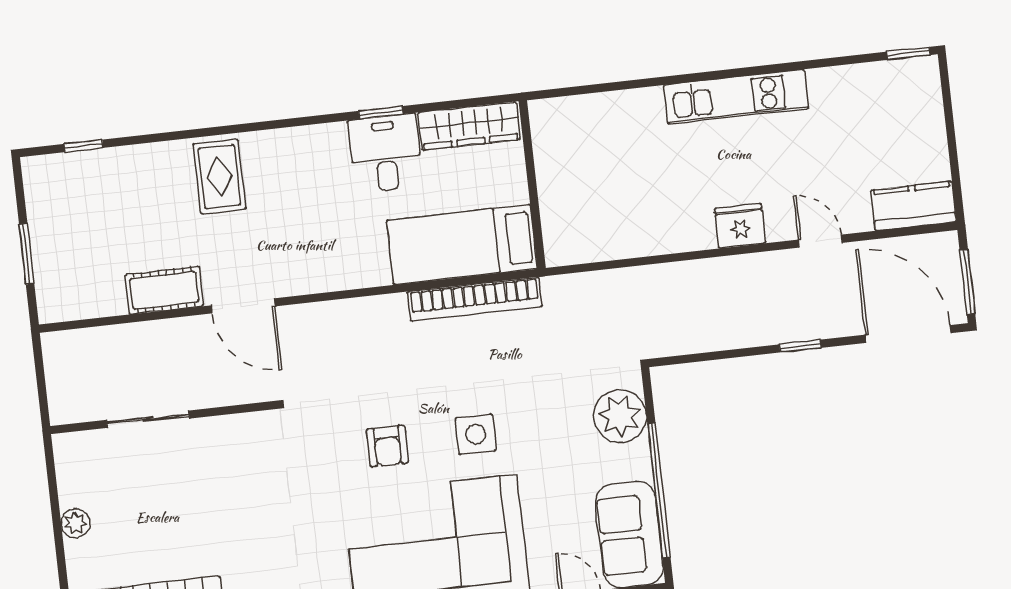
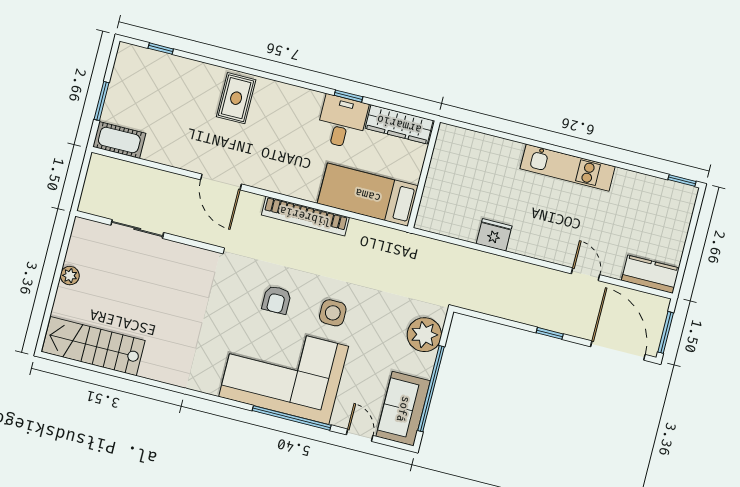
fridge: (740, 226) -> (494, 235), moved
cot: (164, 290) -> (119, 140), moved
bookcase: (475, 299) -> (305, 216), moved

